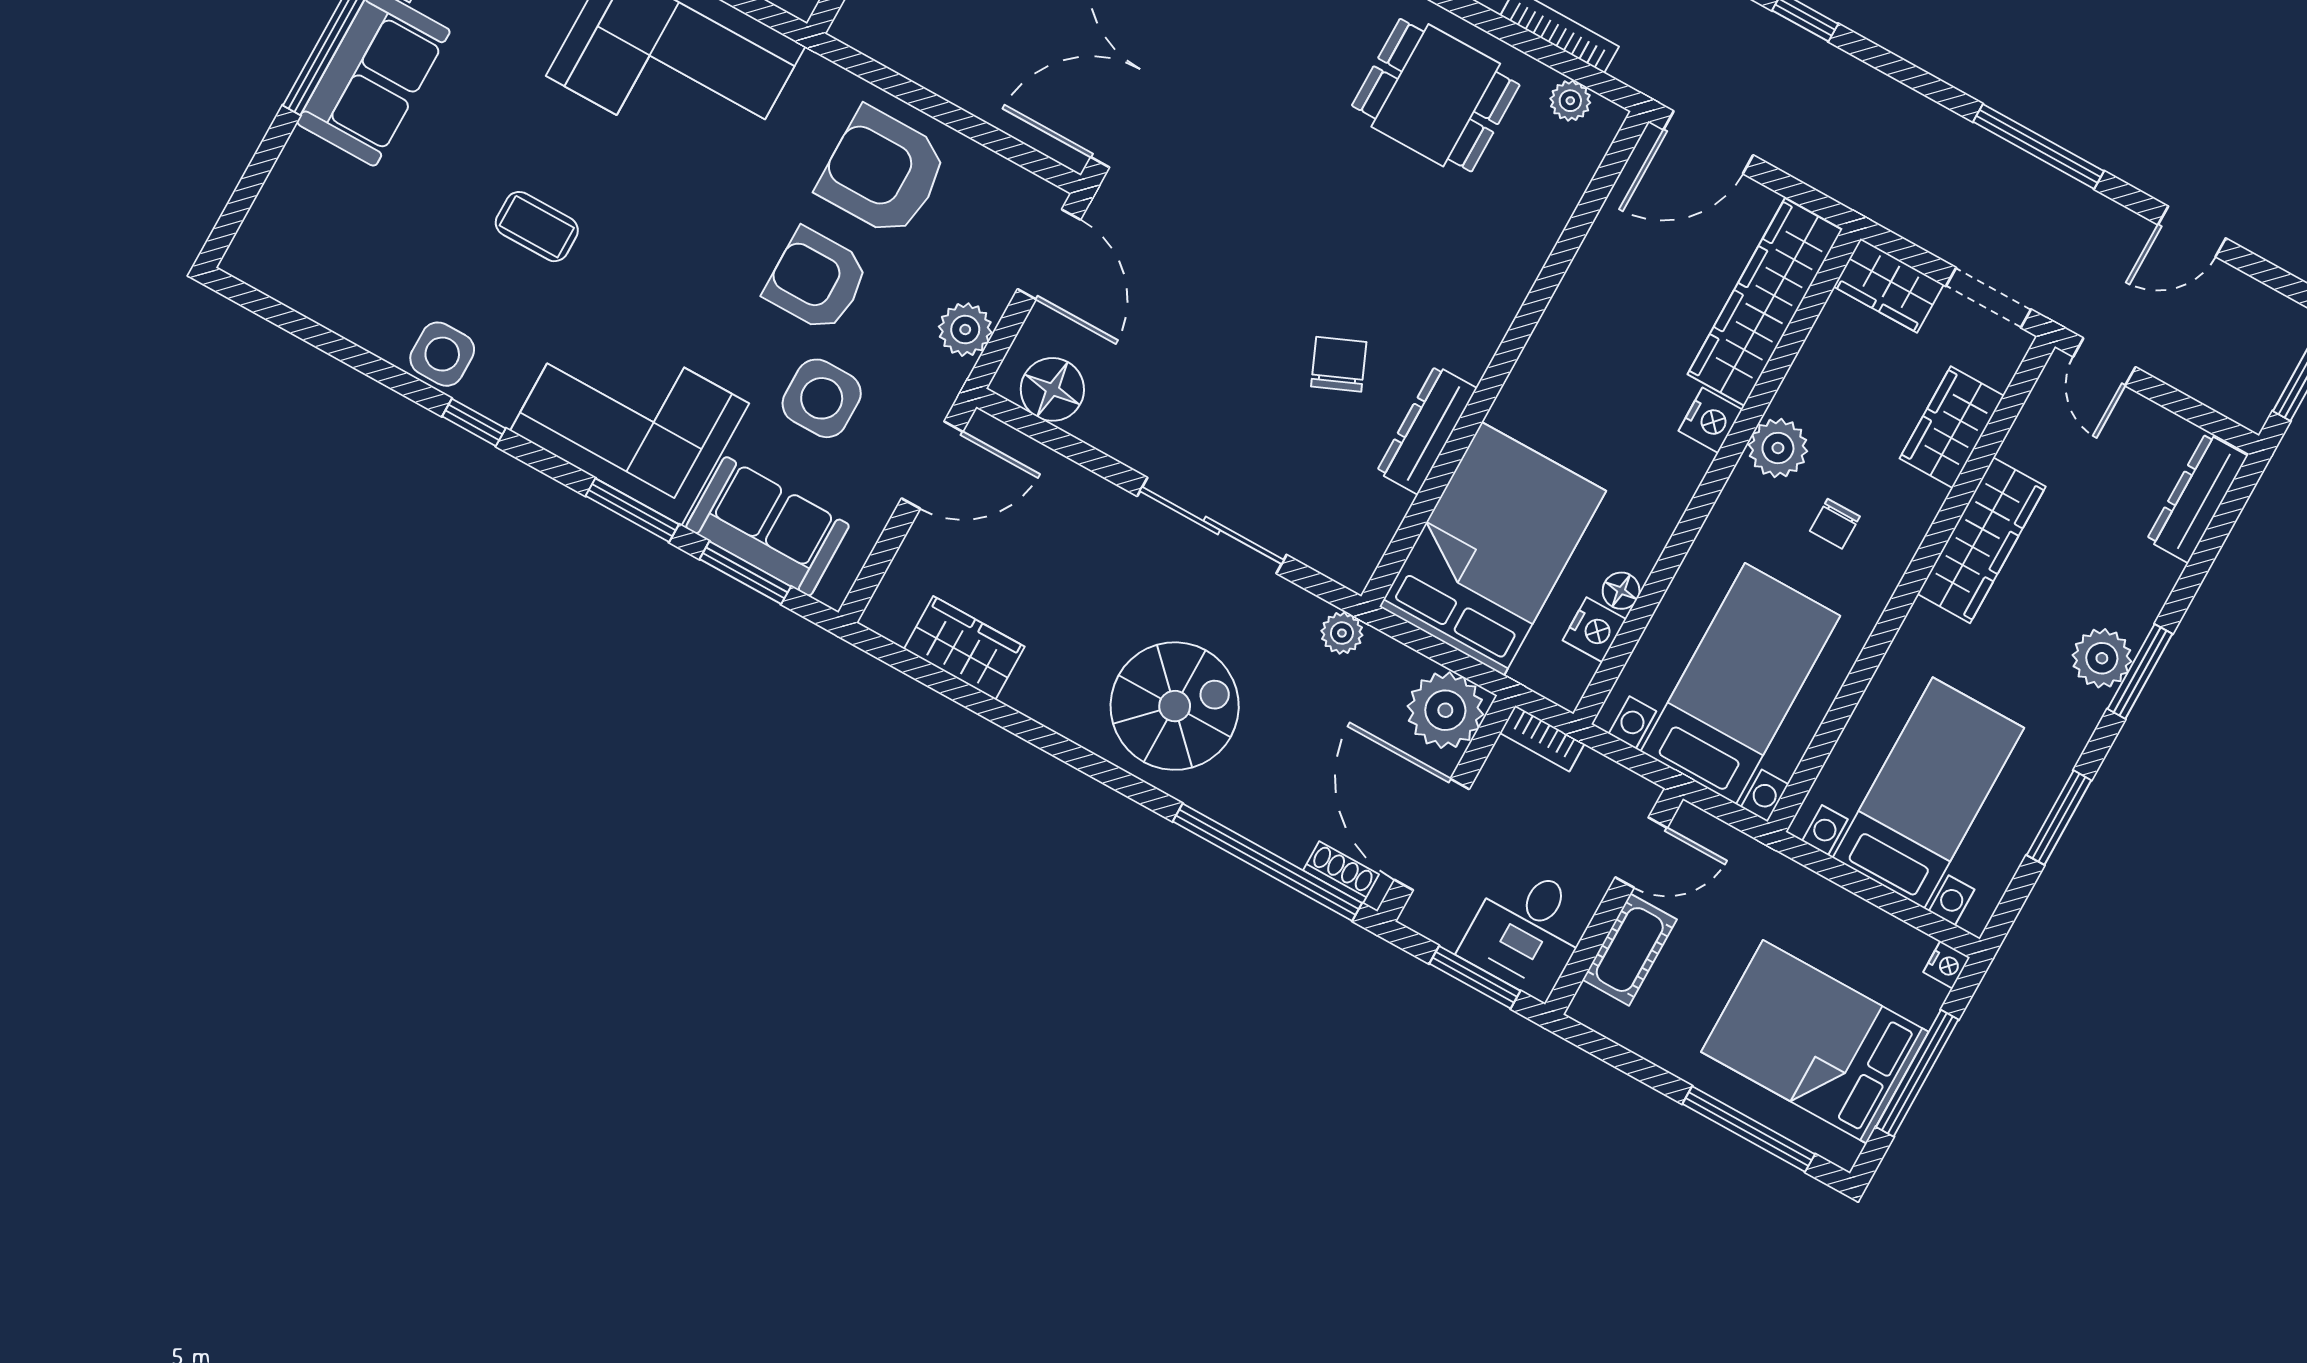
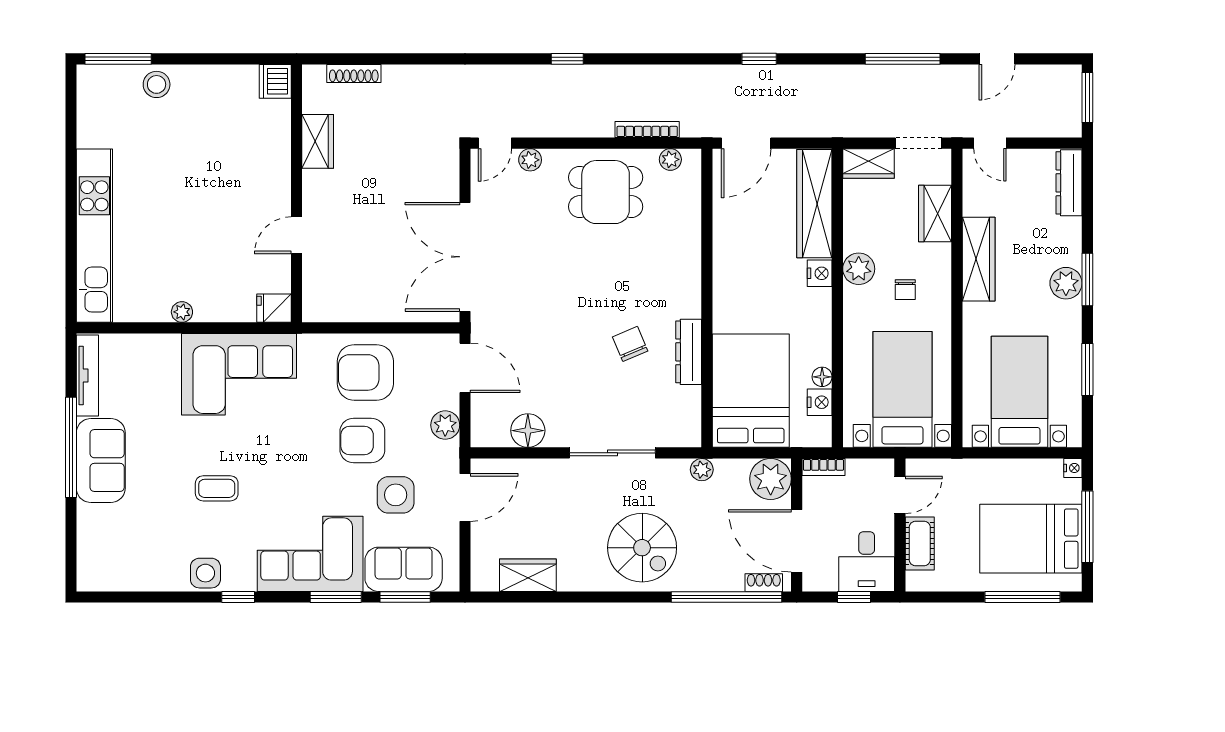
floor lamp: (1052, 389) -> (528, 431), moved
spiral stairs: (1175, 706) -> (642, 548), turned 90
window: (1475, 977) -> (854, 597), width x0.67

